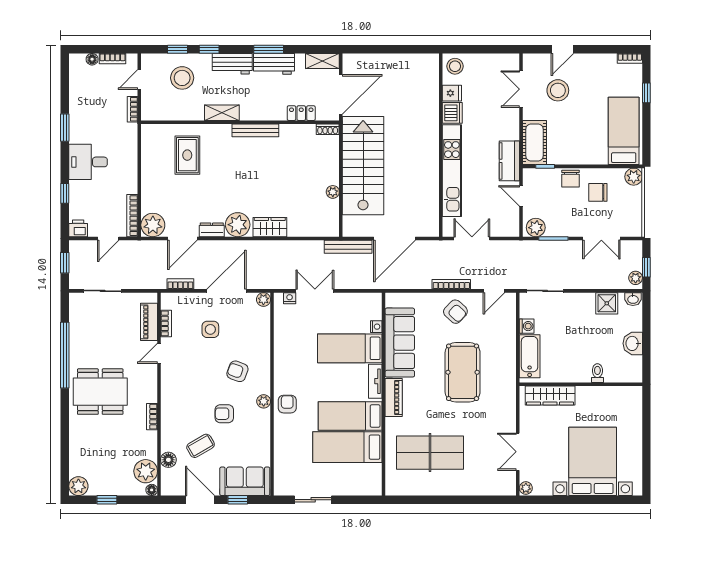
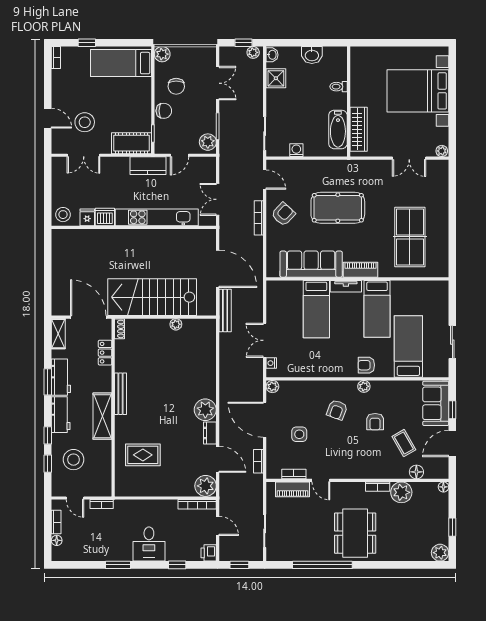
shelving: (222, 113) -> (102, 416), width x1.50, depth x1.33
wardrobe: (270, 227) -> (207, 381), removed
nightstand: (376, 327) -> (297, 285), removed
bathtub: (530, 356) -> (338, 129), moved, turned -90
bed: (347, 447) -> (408, 346), moved, turned 180
plant: (146, 471) -> (401, 492), moved

